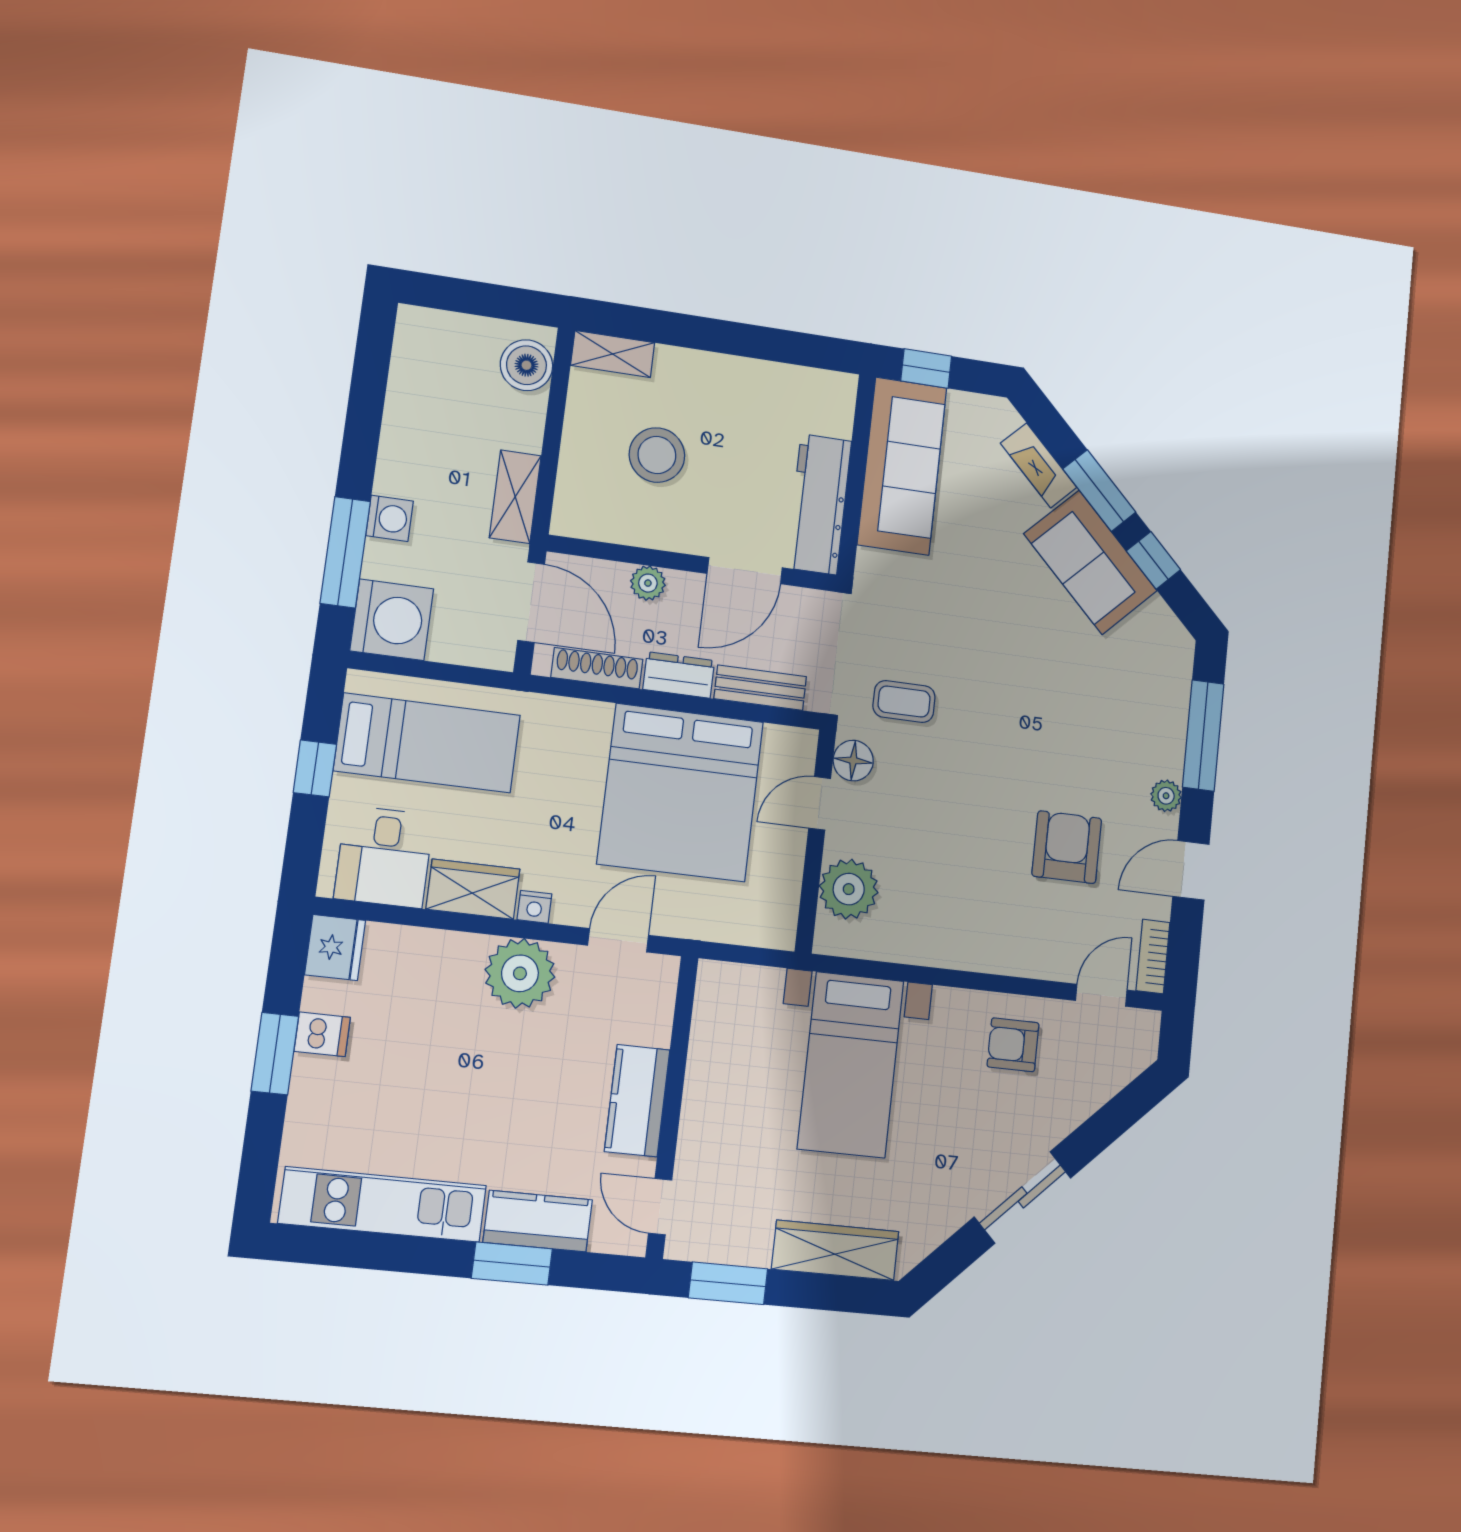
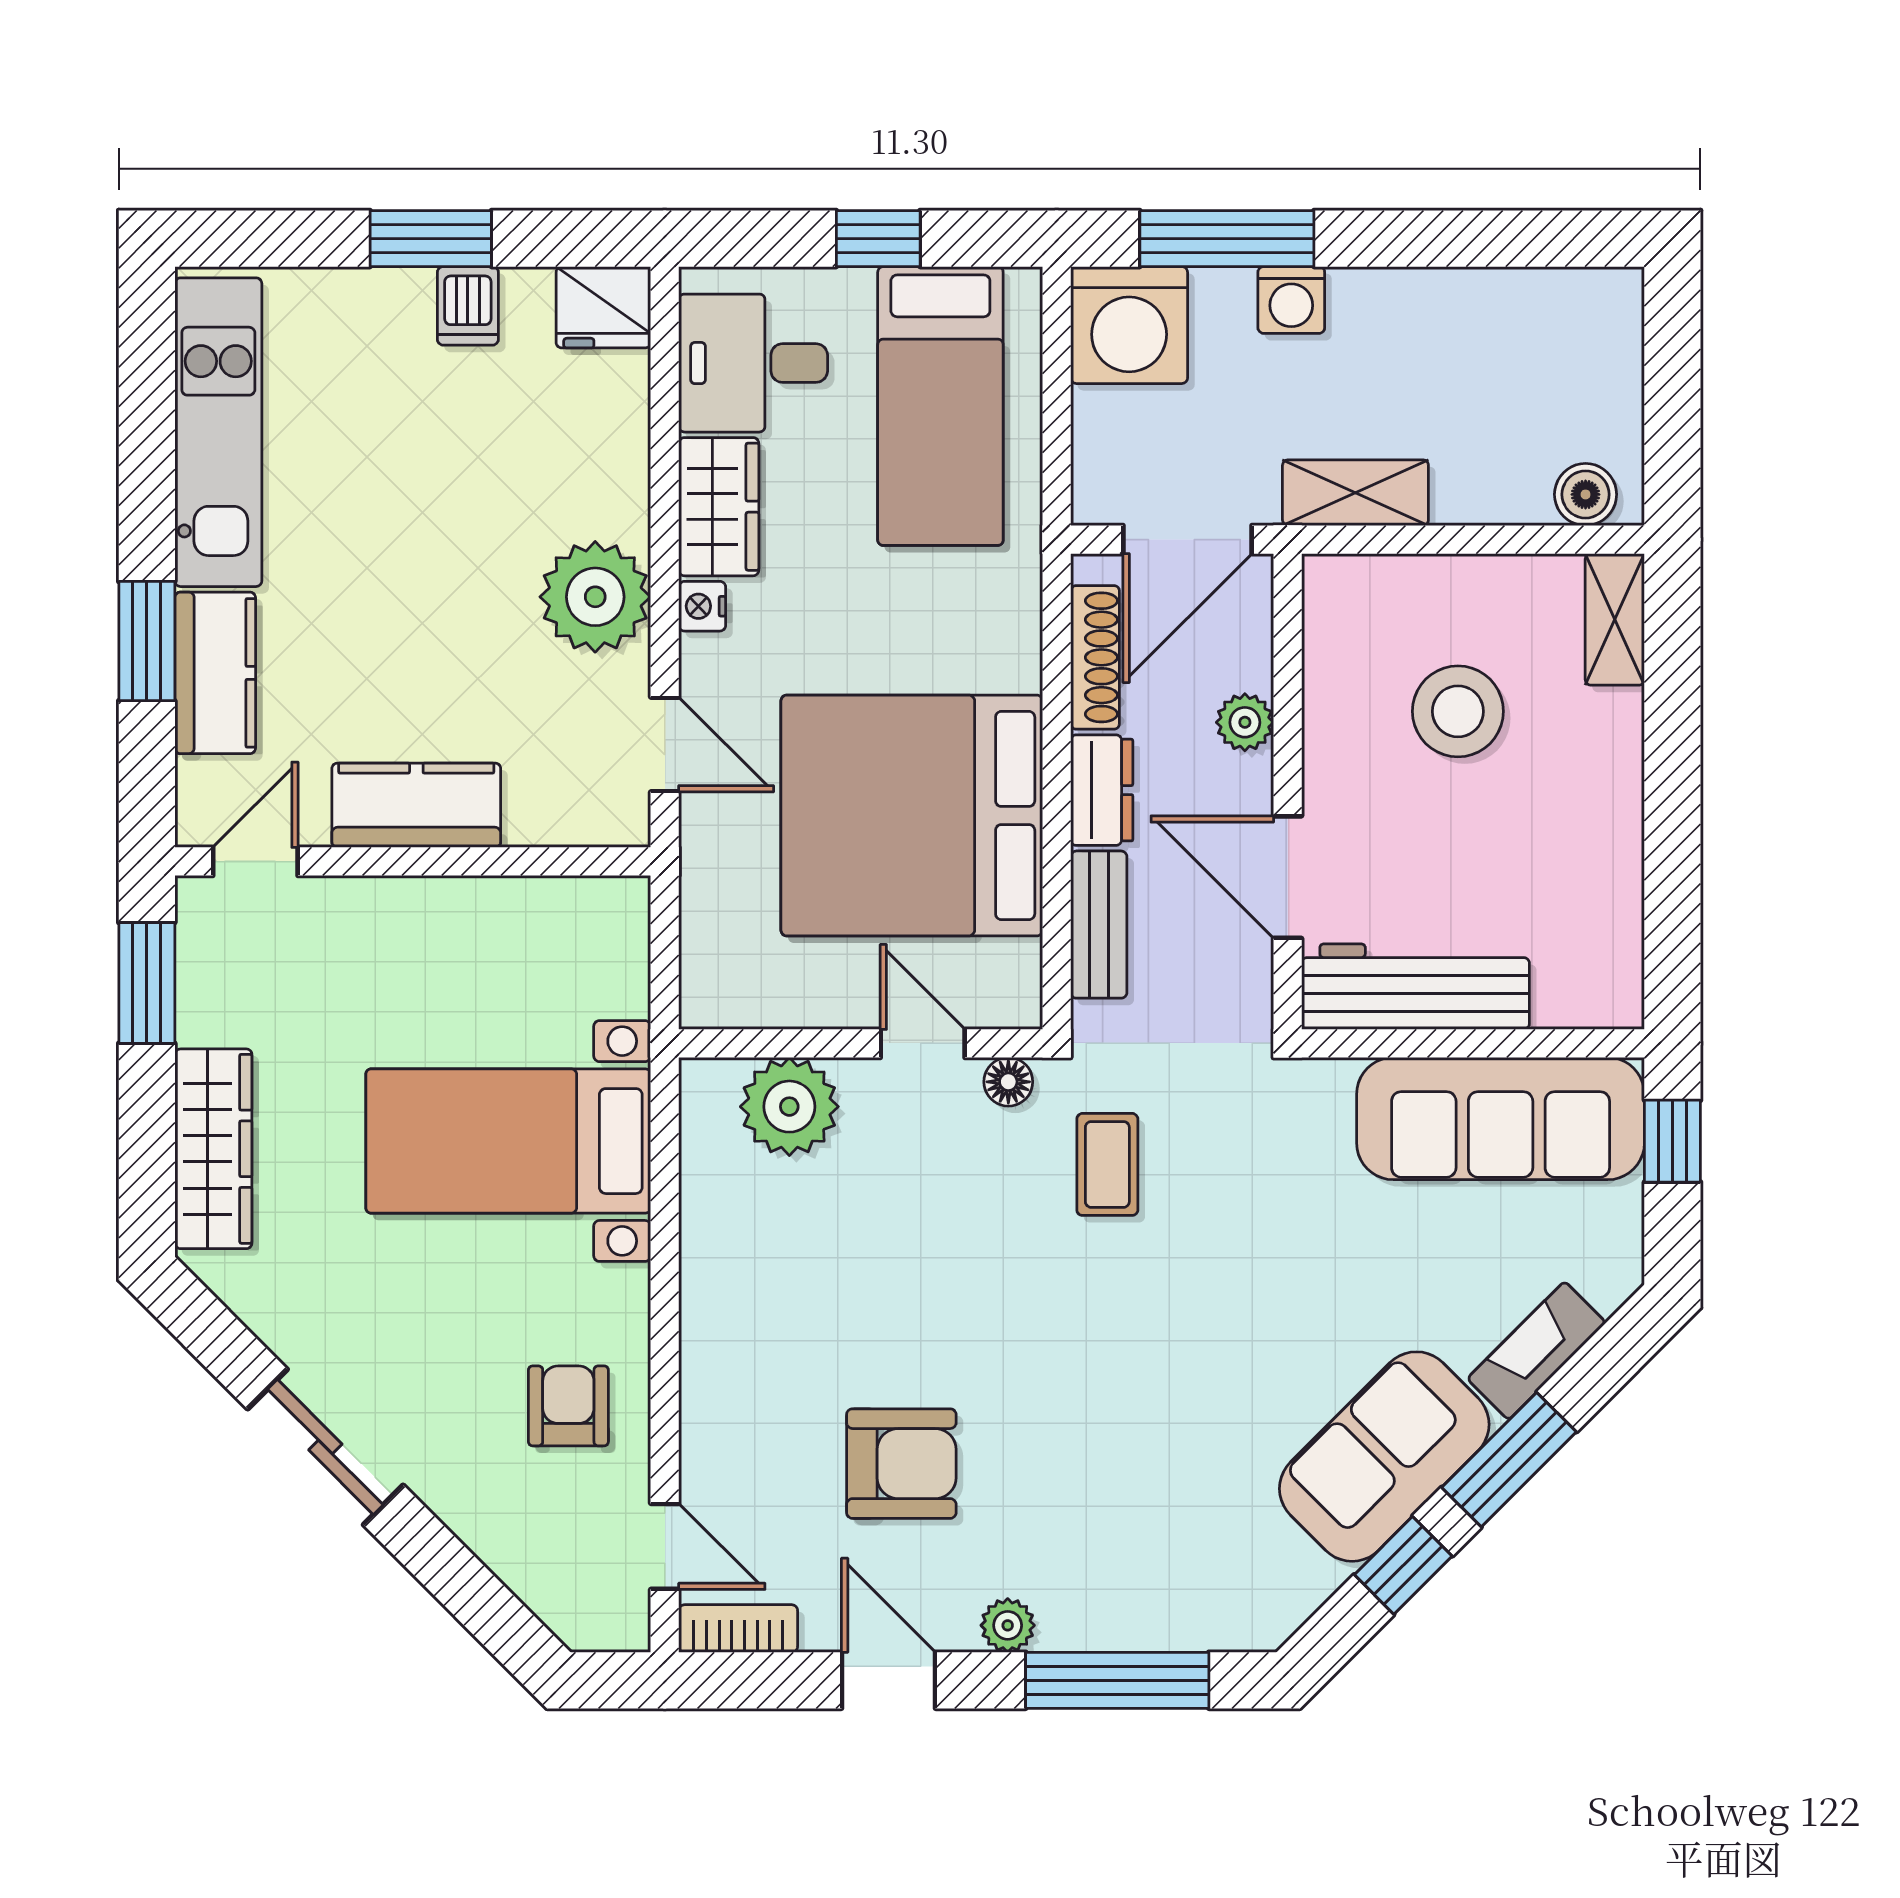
boiler: (526, 365) -> (1586, 494), width x0.73, depth x0.73
floor lamp: (853, 761) -> (1008, 1082), width x0.73, depth x0.73

